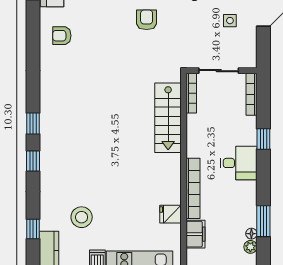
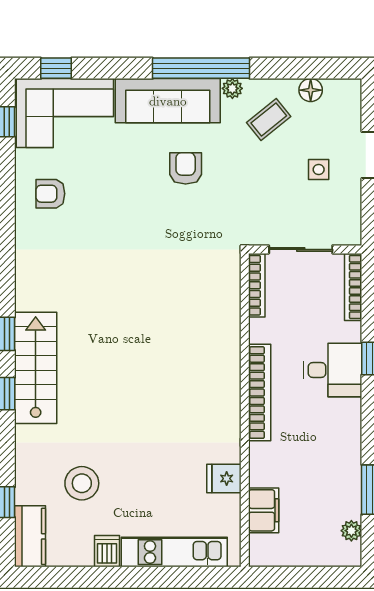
stairs: (168, 118) -> (36, 368), moved, turned 180
desk: (239, 163) -> (333, 370), moved
bookcase: (193, 188) -> (260, 393), moved
floor lamp: (251, 234) -> (353, 509), removed

